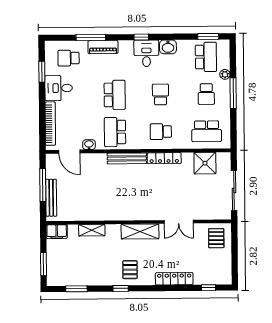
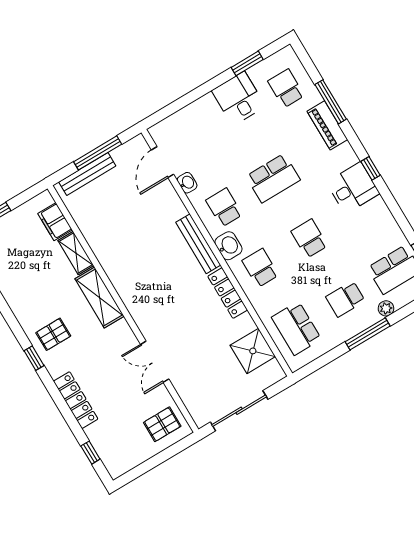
washbasin: (168, 47) -> (228, 246), moved, turned 180
school desk: (160, 94) -> (309, 239), turned -90
bookcase: (50, 124) -> (185, 115), removed
school desk: (115, 132) -> (224, 207), width x0.54
shelving: (140, 231) -> (100, 298), moved
filing cabinet: (57, 232) -> (55, 222), moved
window: (121, 288) -> (34, 358), moved

